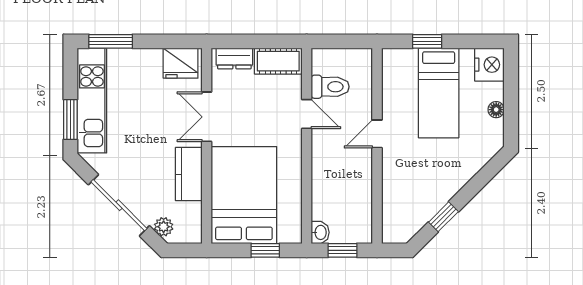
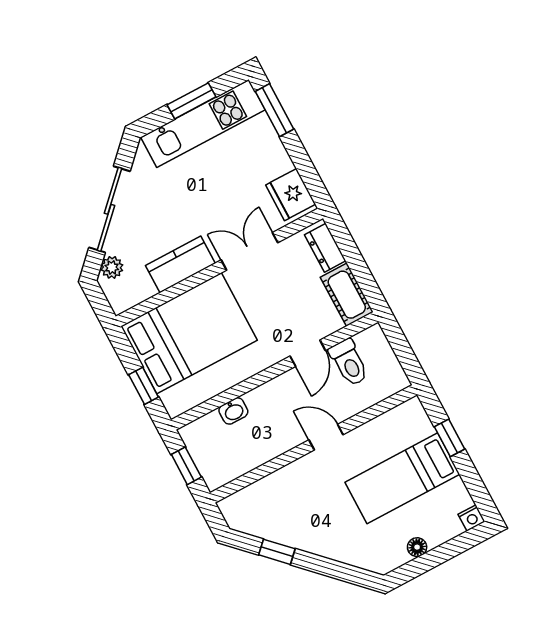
nightstand: (489, 65) -> (472, 518), width x0.53, depth x0.56
window: (70, 120) -> (192, 101), moved
washbasin: (320, 232) -> (233, 411), moved

